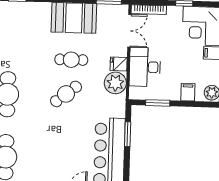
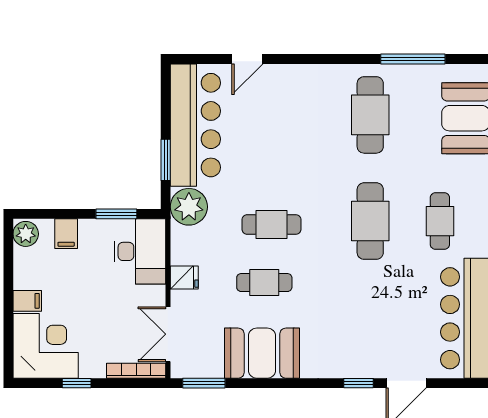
desk: (145, 67) -> (140, 251), moved
plant: (115, 83) -> (189, 207), moved
cafe table: (66, 94) -> (271, 224), turned 38

